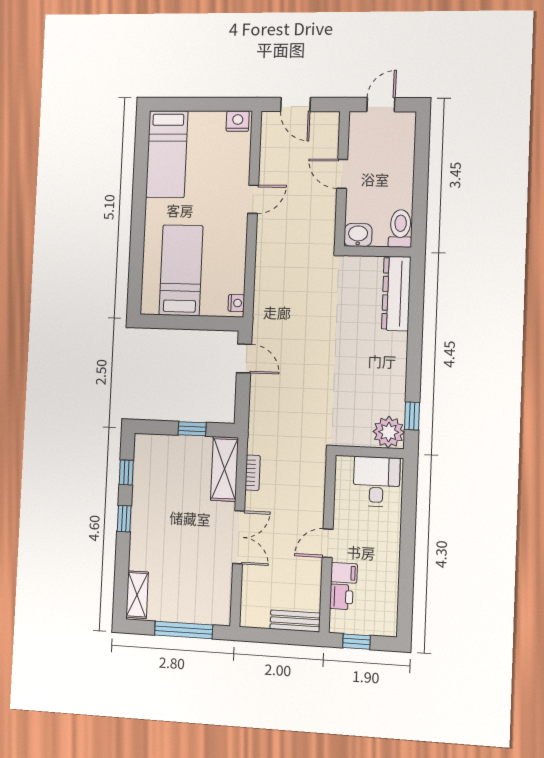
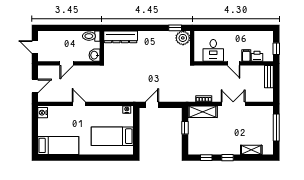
desk: (376, 482) -> (213, 50), moved, turned -90
shelving: (137, 595) -> (251, 150), moved

